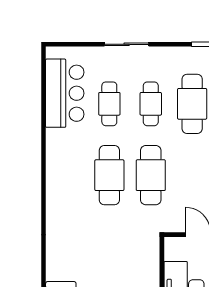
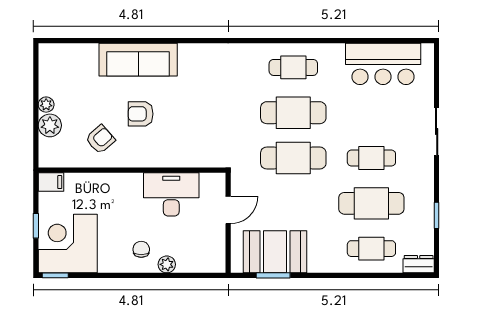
cafe table: (109, 104) -> (293, 67), moved

